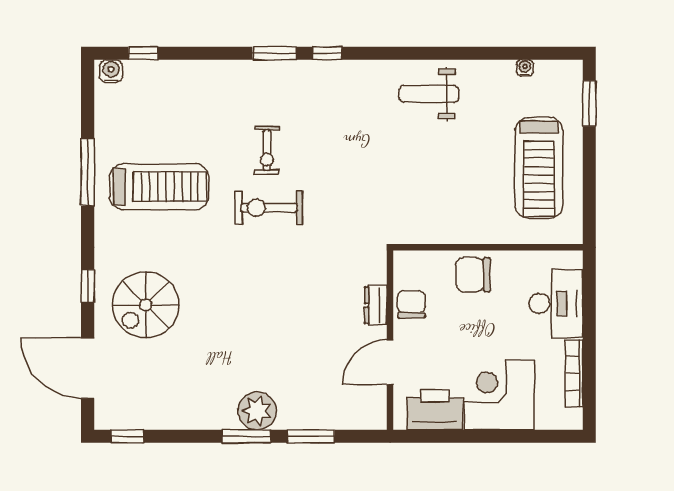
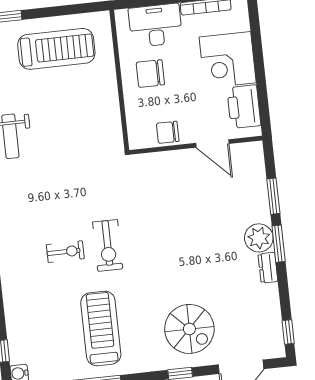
chair: (473, 275) -> (150, 74), moved, turned 90
dresser: (376, 305) -> (268, 268), moved, turned 90

